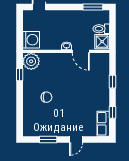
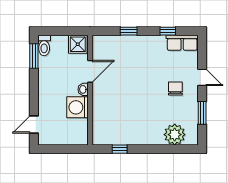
toilet: (101, 29) -> (44, 45), moved
washing machine: (31, 40) -> (78, 107), moved, turned -90
plant: (31, 61) -> (175, 135), moved
chair: (46, 97) -> (175, 89), moved

